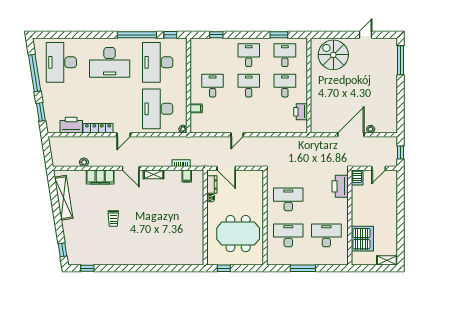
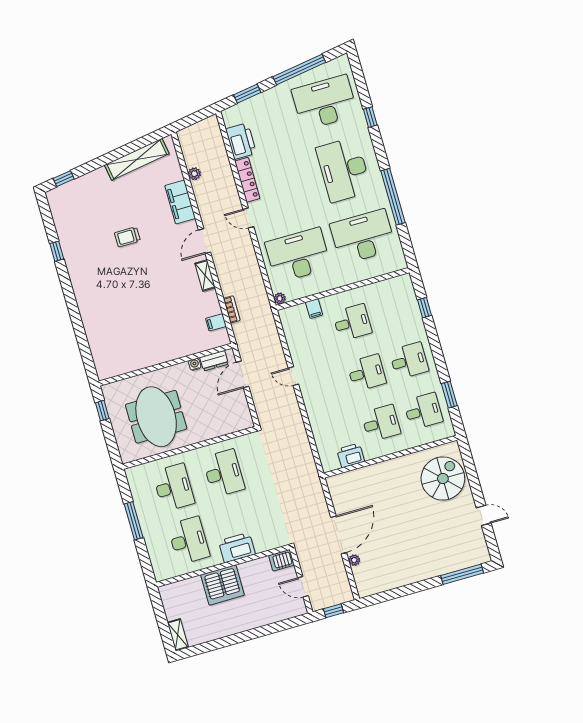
window: (170, 35) -> (370, 117), moved
door: (351, 135) -> (339, 535), hinge flipped
printer: (340, 186) -> (237, 548), moved
server rack: (362, 239) -> (222, 585), moved
window: (87, 268) -> (57, 251), moved

